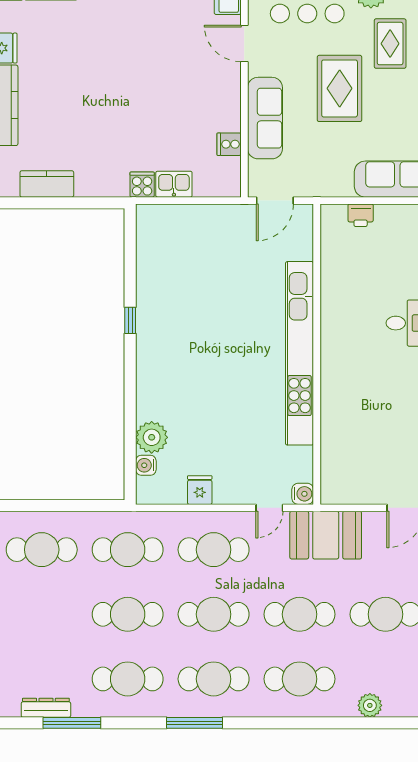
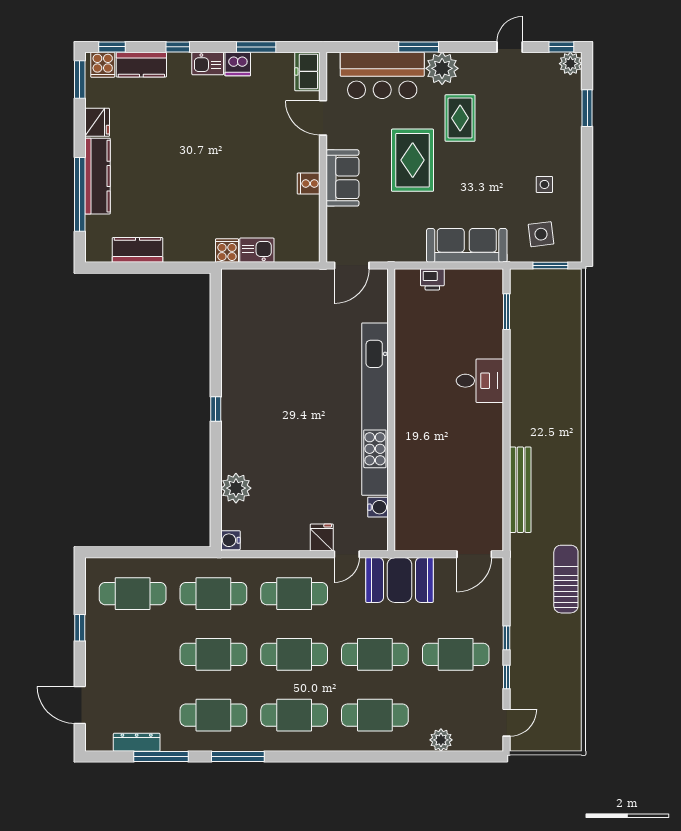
sofa: (265, 118) -> (342, 178), width x0.73
cooker: (229, 144) -> (309, 184), moved
window: (130, 320) -> (216, 409), moved
water cooler: (146, 465) -> (231, 540), moved
fridge: (200, 490) -> (322, 538), moved
water cooler: (303, 494) -> (378, 507), moved
window: (194, 723) -> (238, 756), moved

